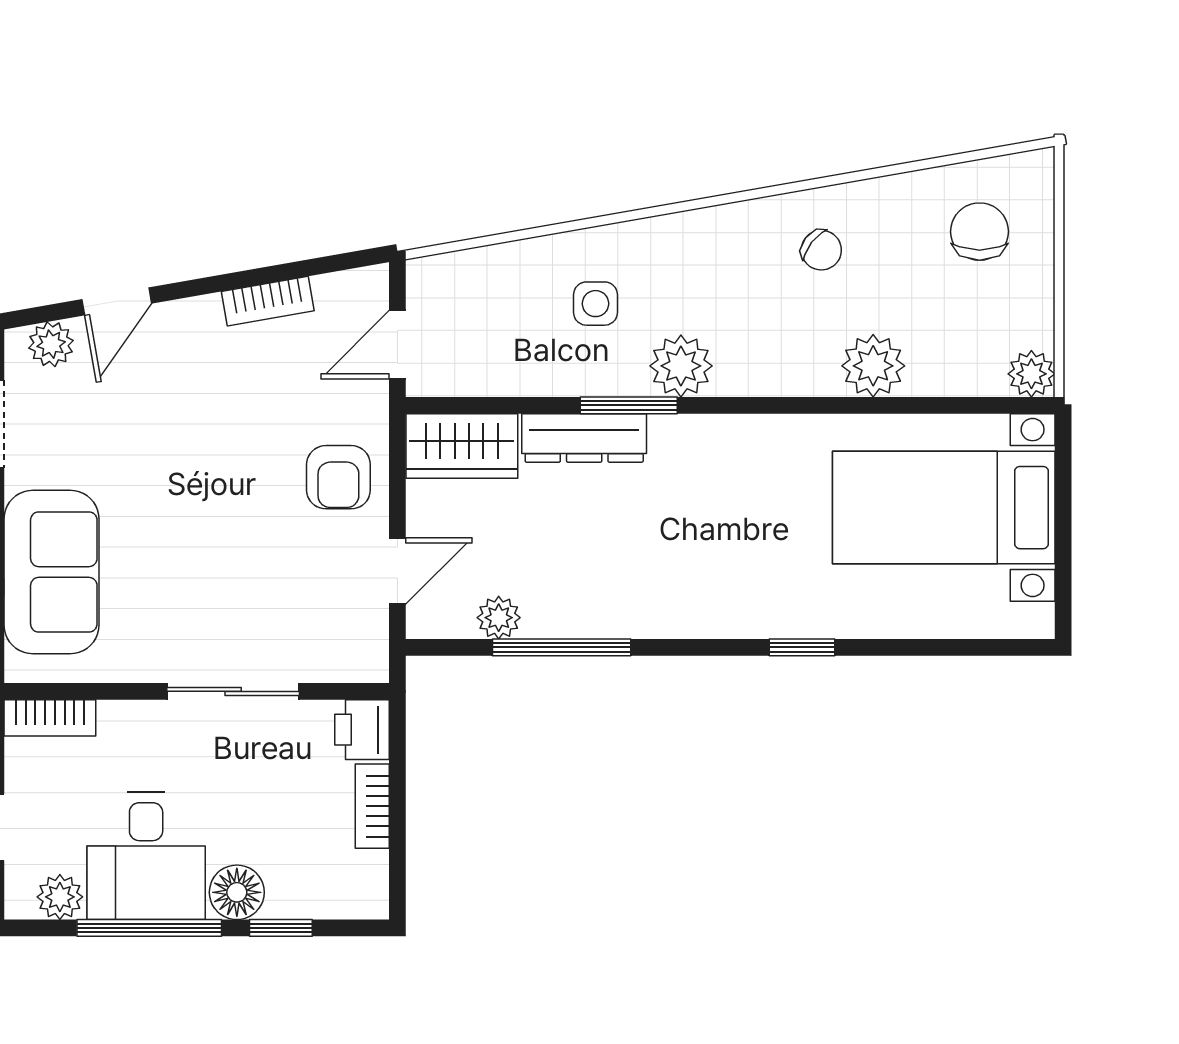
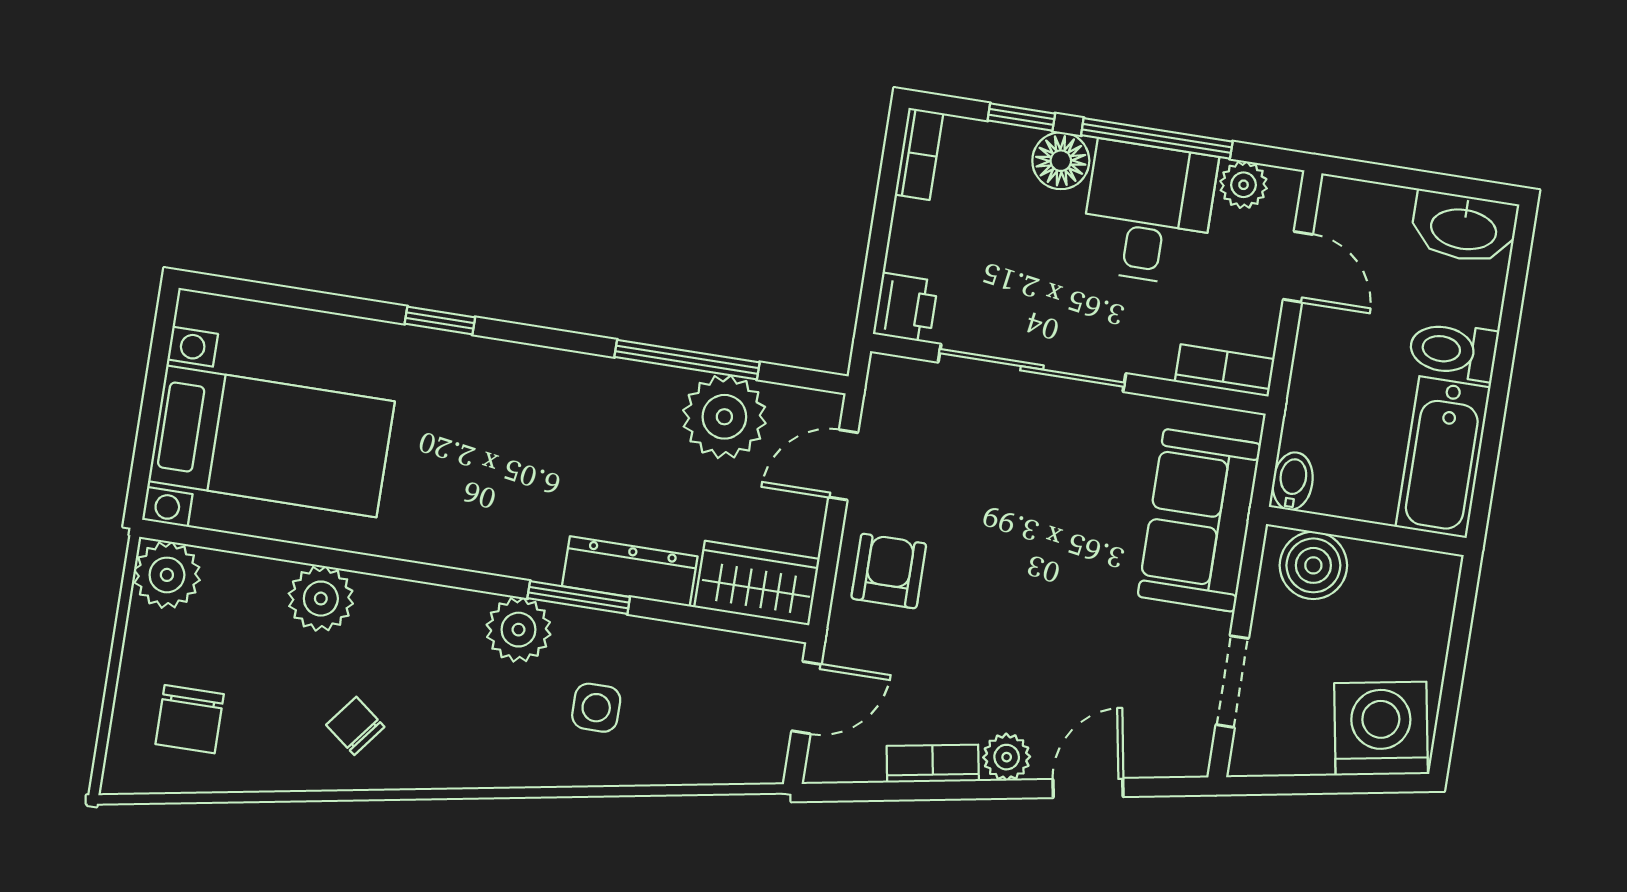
plant: (51, 344) -> (1007, 757), moved
plant: (1031, 374) -> (167, 575), width x1.38, depth x1.38
plant: (499, 618) -> (724, 417), width x1.88, depth x1.88
sliding door: (233, 691) -> (1032, 368), width x1.37
bookcase: (372, 806) -> (919, 154), moved

